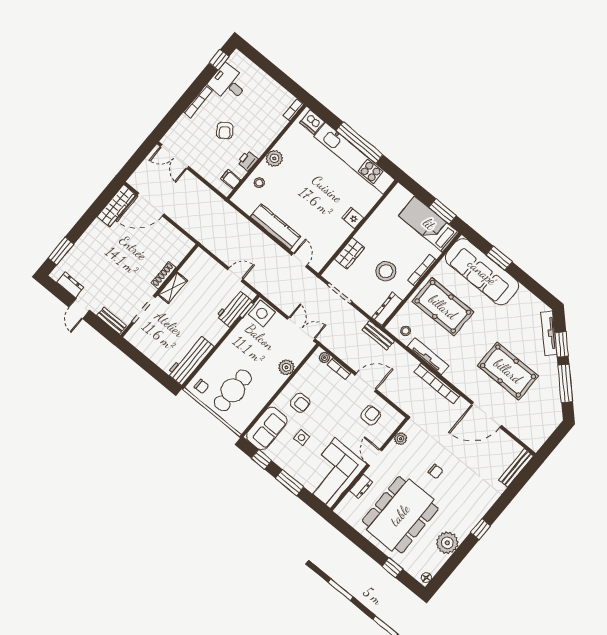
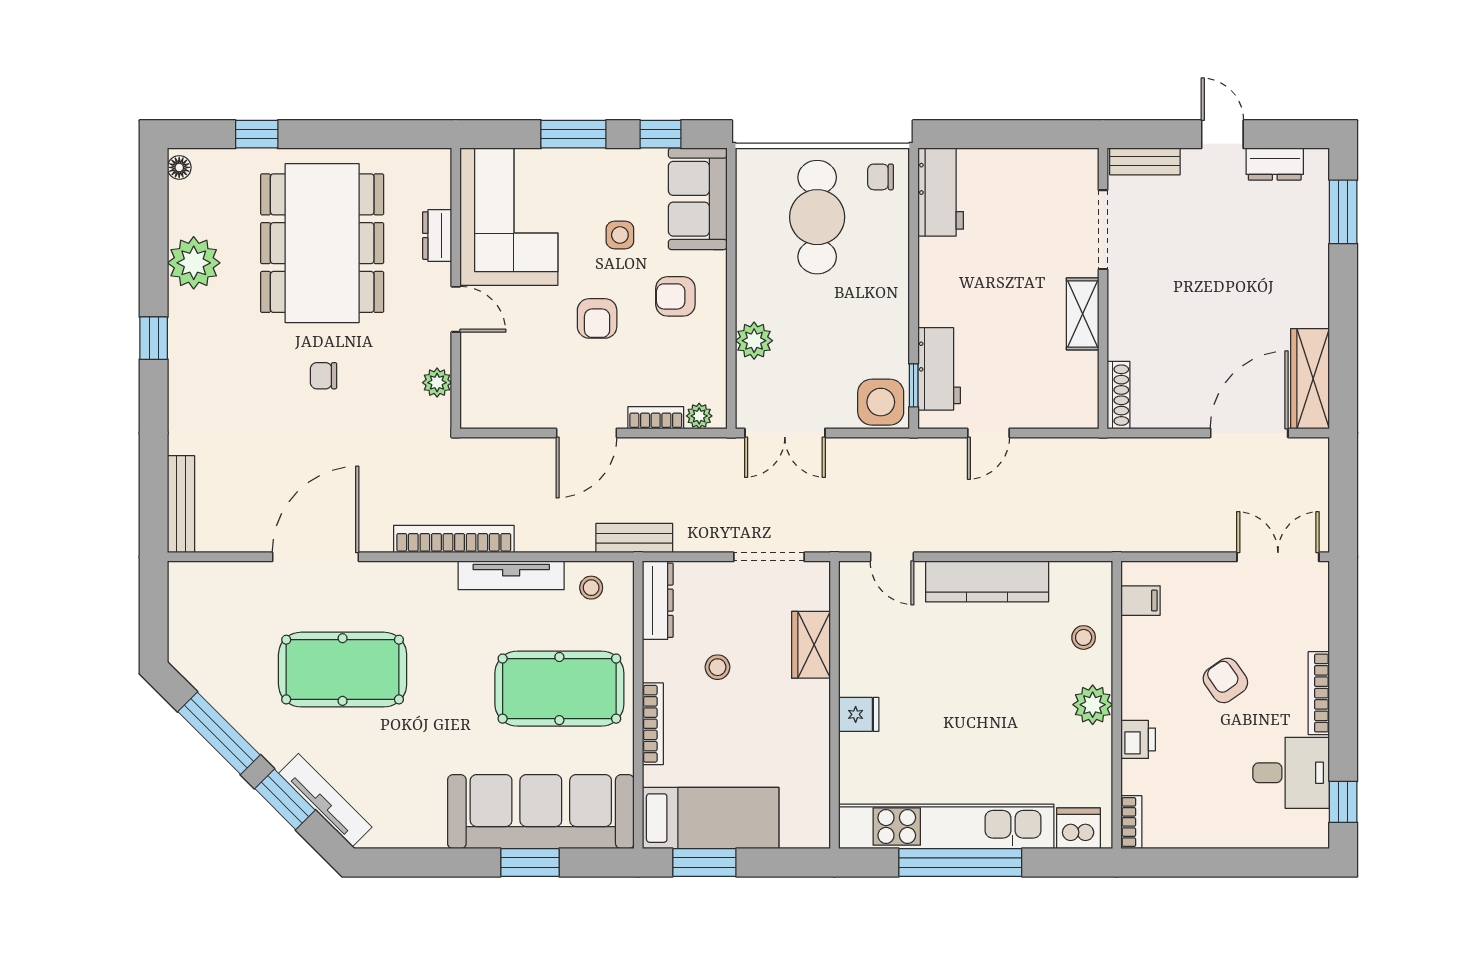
printer: (248, 161) -> (1138, 739), moved
stool: (386, 271) -> (718, 667), width x0.53, depth x0.53
shoe rack: (164, 275) -> (1119, 395), moved
workbench: (191, 360) -> (941, 192), width x0.73
armchair: (371, 415) -> (597, 318), moved

